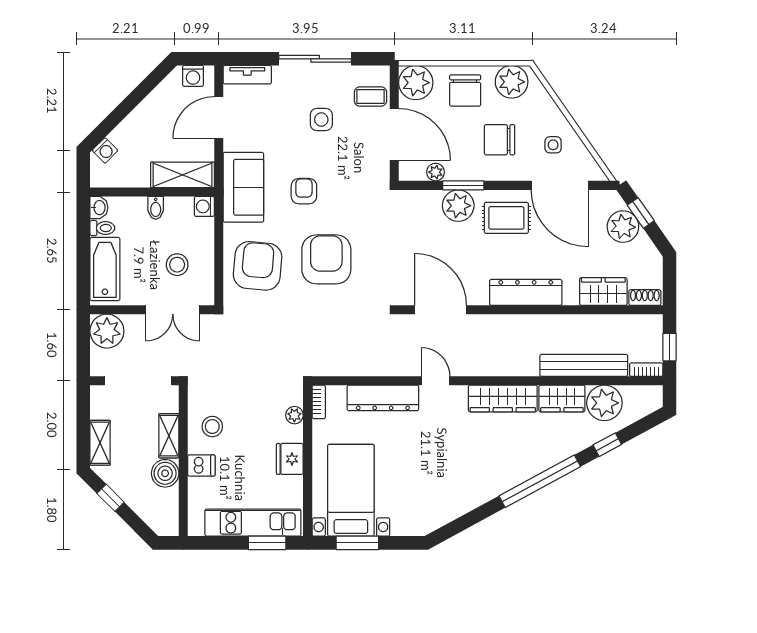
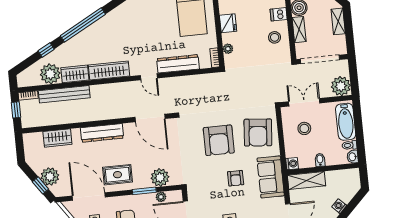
washing machine: (105, 150) -> (339, 206), moved
plant: (458, 206) -> (160, 178), moved
shoe rack: (645, 297) -> (33, 137), removed

